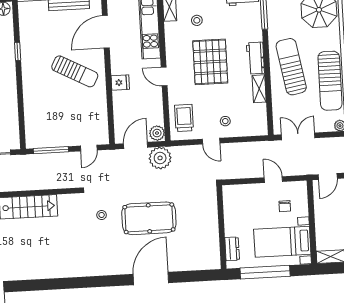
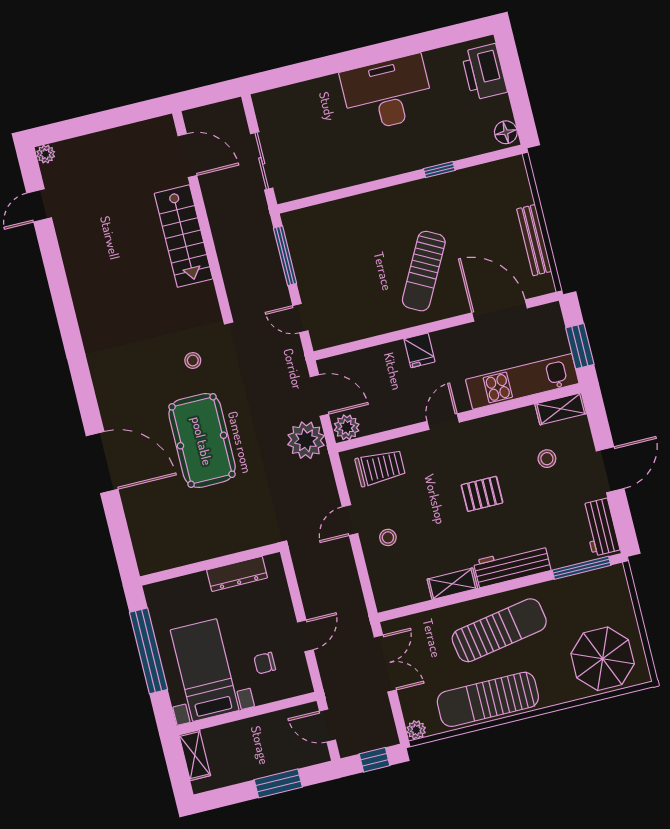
workbench: (255, 58) -> (512, 566), width x1.38
pallet: (210, 62) -> (482, 494), width x0.49, depth x0.50
dresser: (232, 249) -> (237, 574), moved, width x1.44

